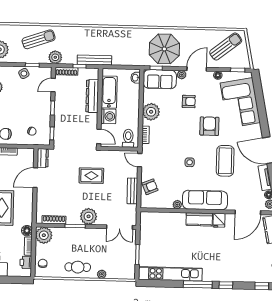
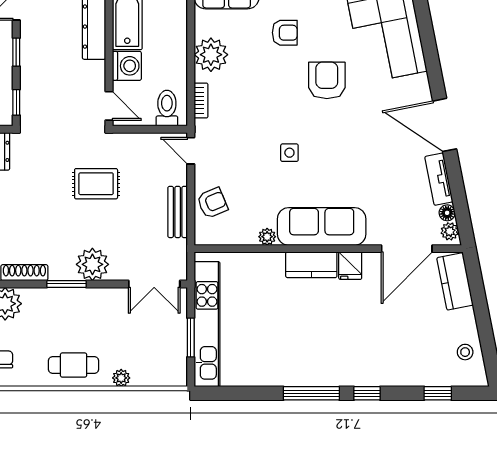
coffee table: (225, 161) -> (360, 148), removed
kitchen unit: (170, 274) -> (207, 324), moved, turned 90

